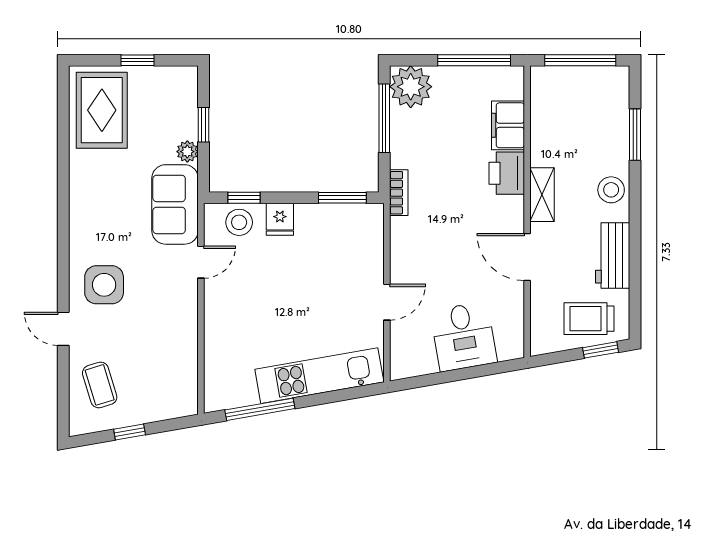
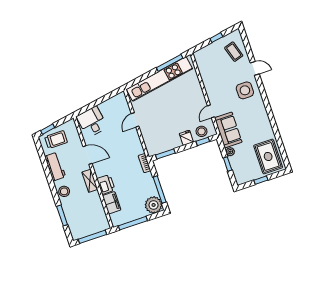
desk: (464, 336) -> (92, 122), moved
kitchen unit: (319, 376) -> (159, 79), width x1.36

